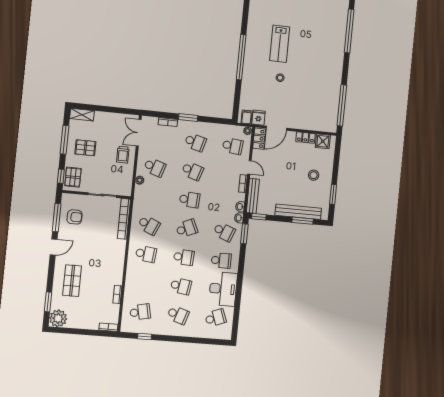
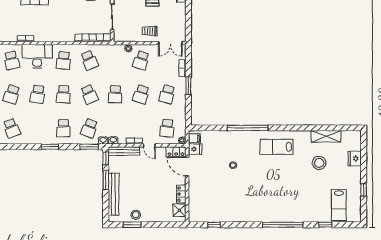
lab bench: (280, 44) -> (277, 147), moved
window: (342, 105) -> (214, 225), width x0.32
double door: (139, 133) -> (170, 43), swing flipped
door: (249, 167) -> (149, 145), hinge flipped
stool: (314, 175) -> (136, 215), moved
window: (303, 221) -> (106, 180), moved
school desk: (149, 225) -> (89, 60), turned -48
window: (240, 277) -> (50, 147), added
desk: (223, 289) -> (37, 56), moved, turned 180

